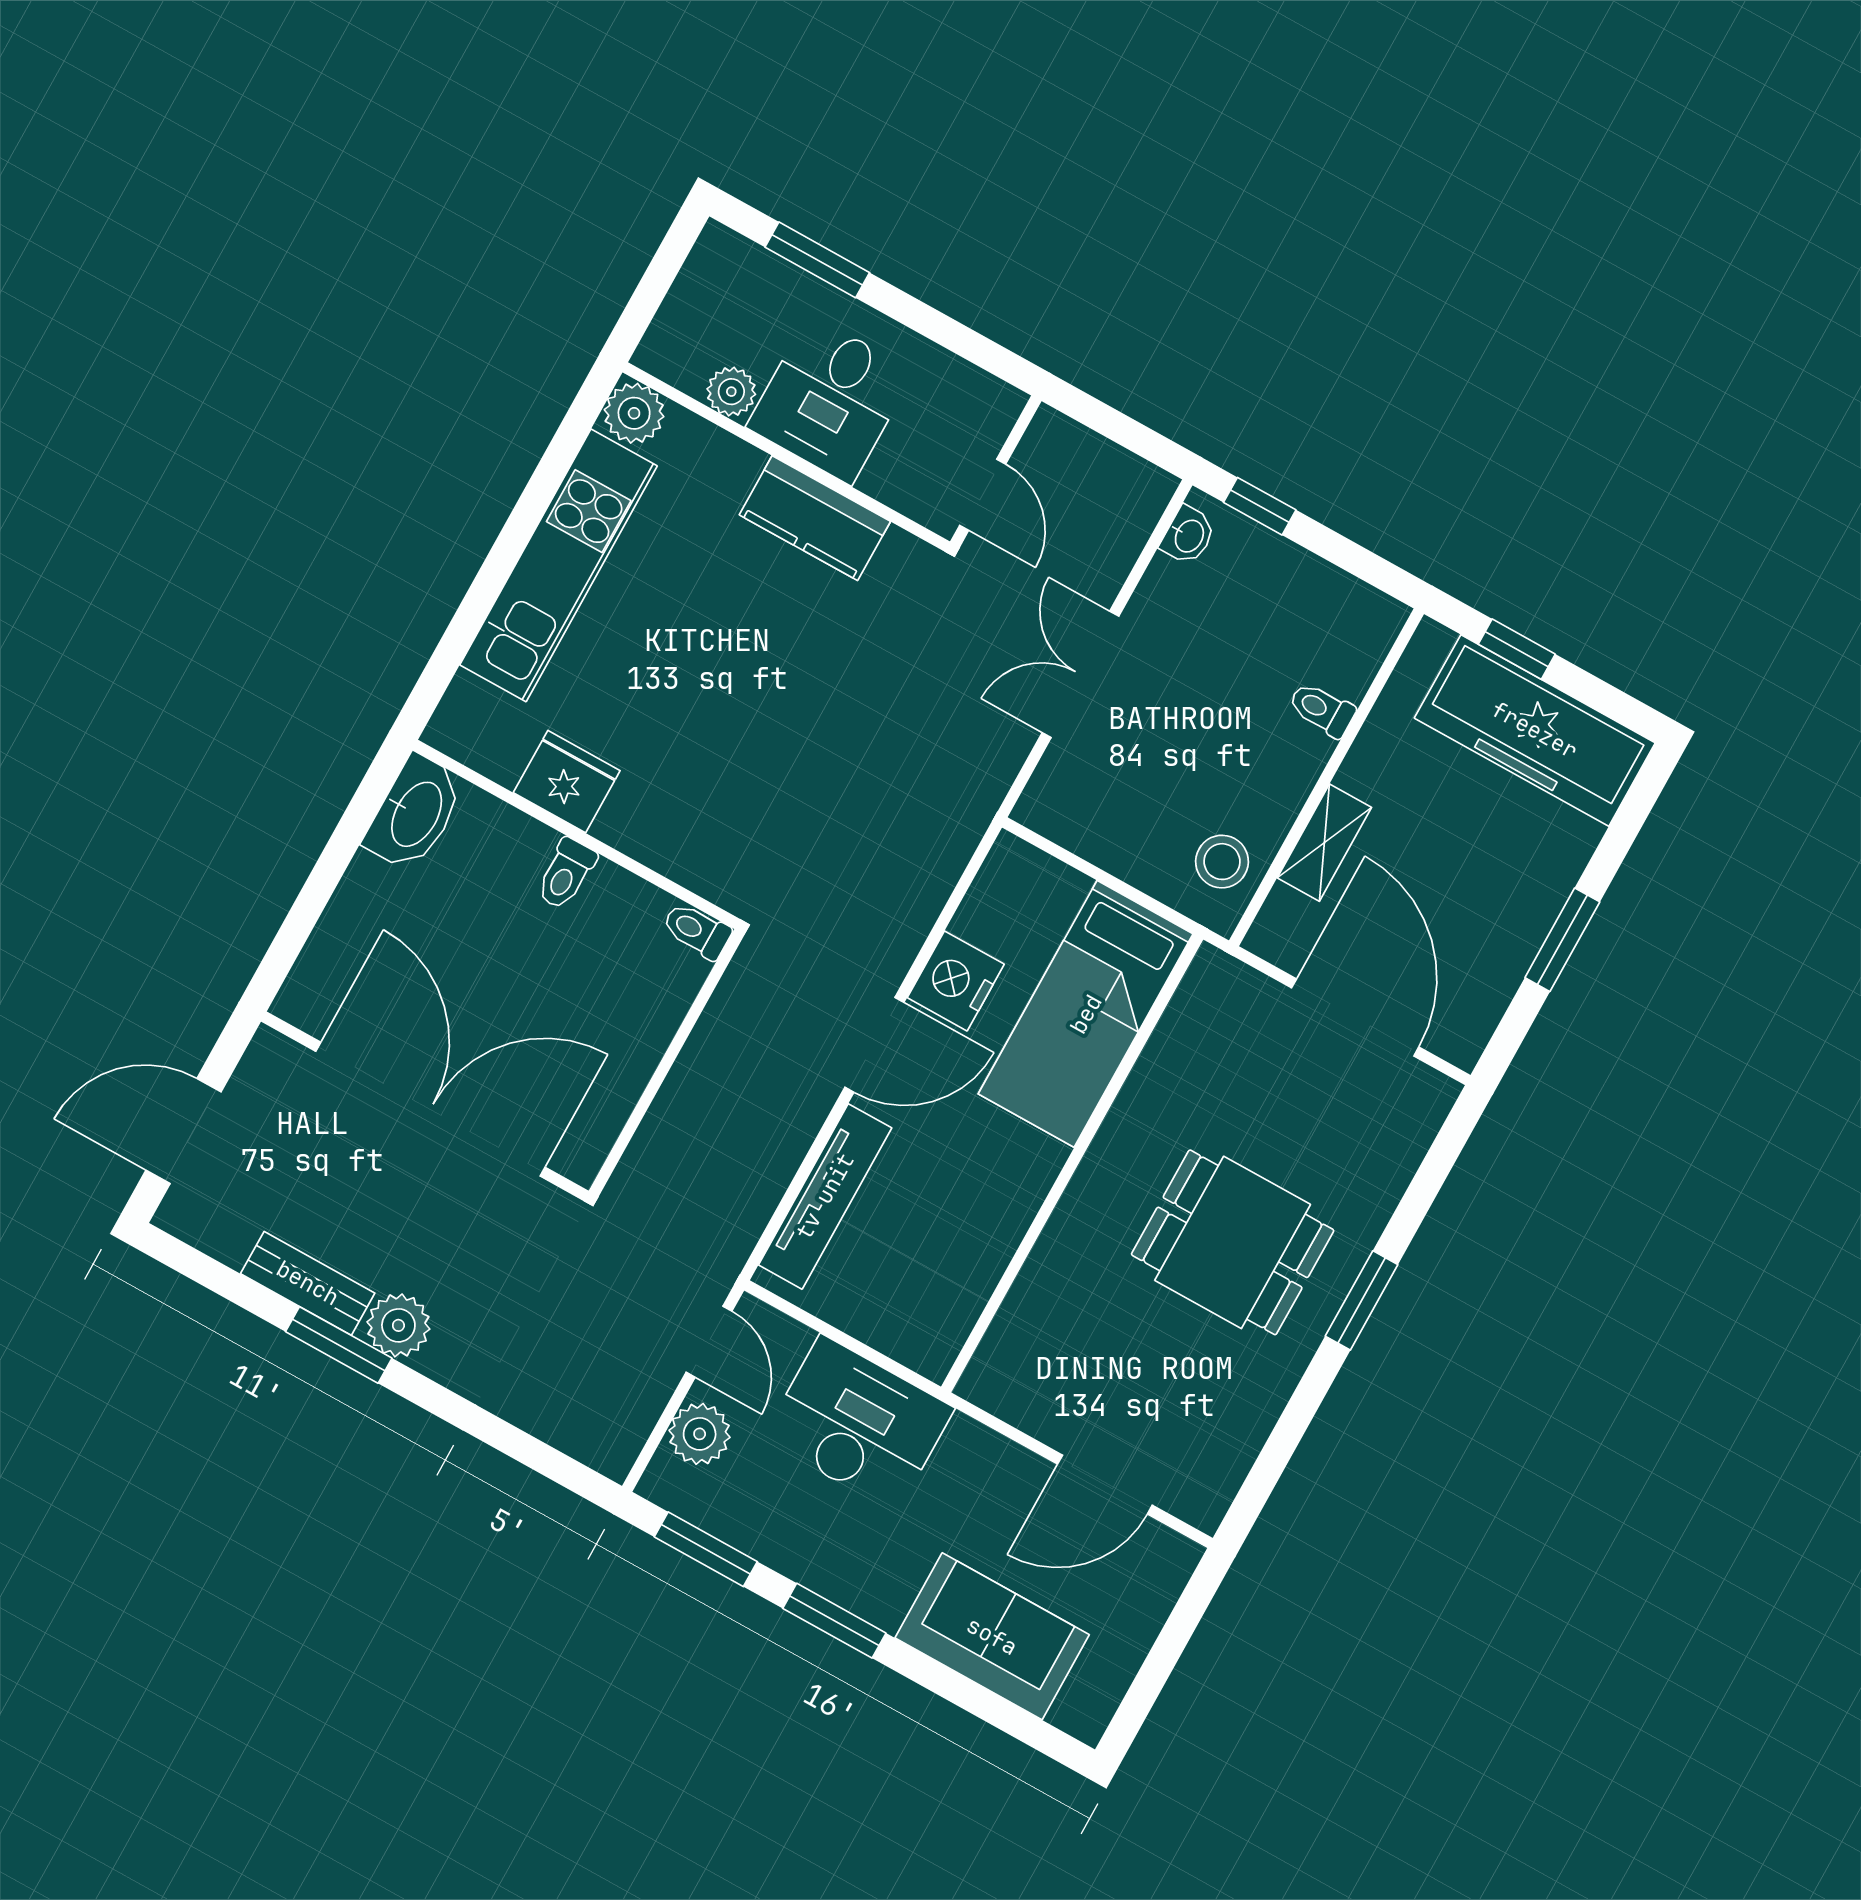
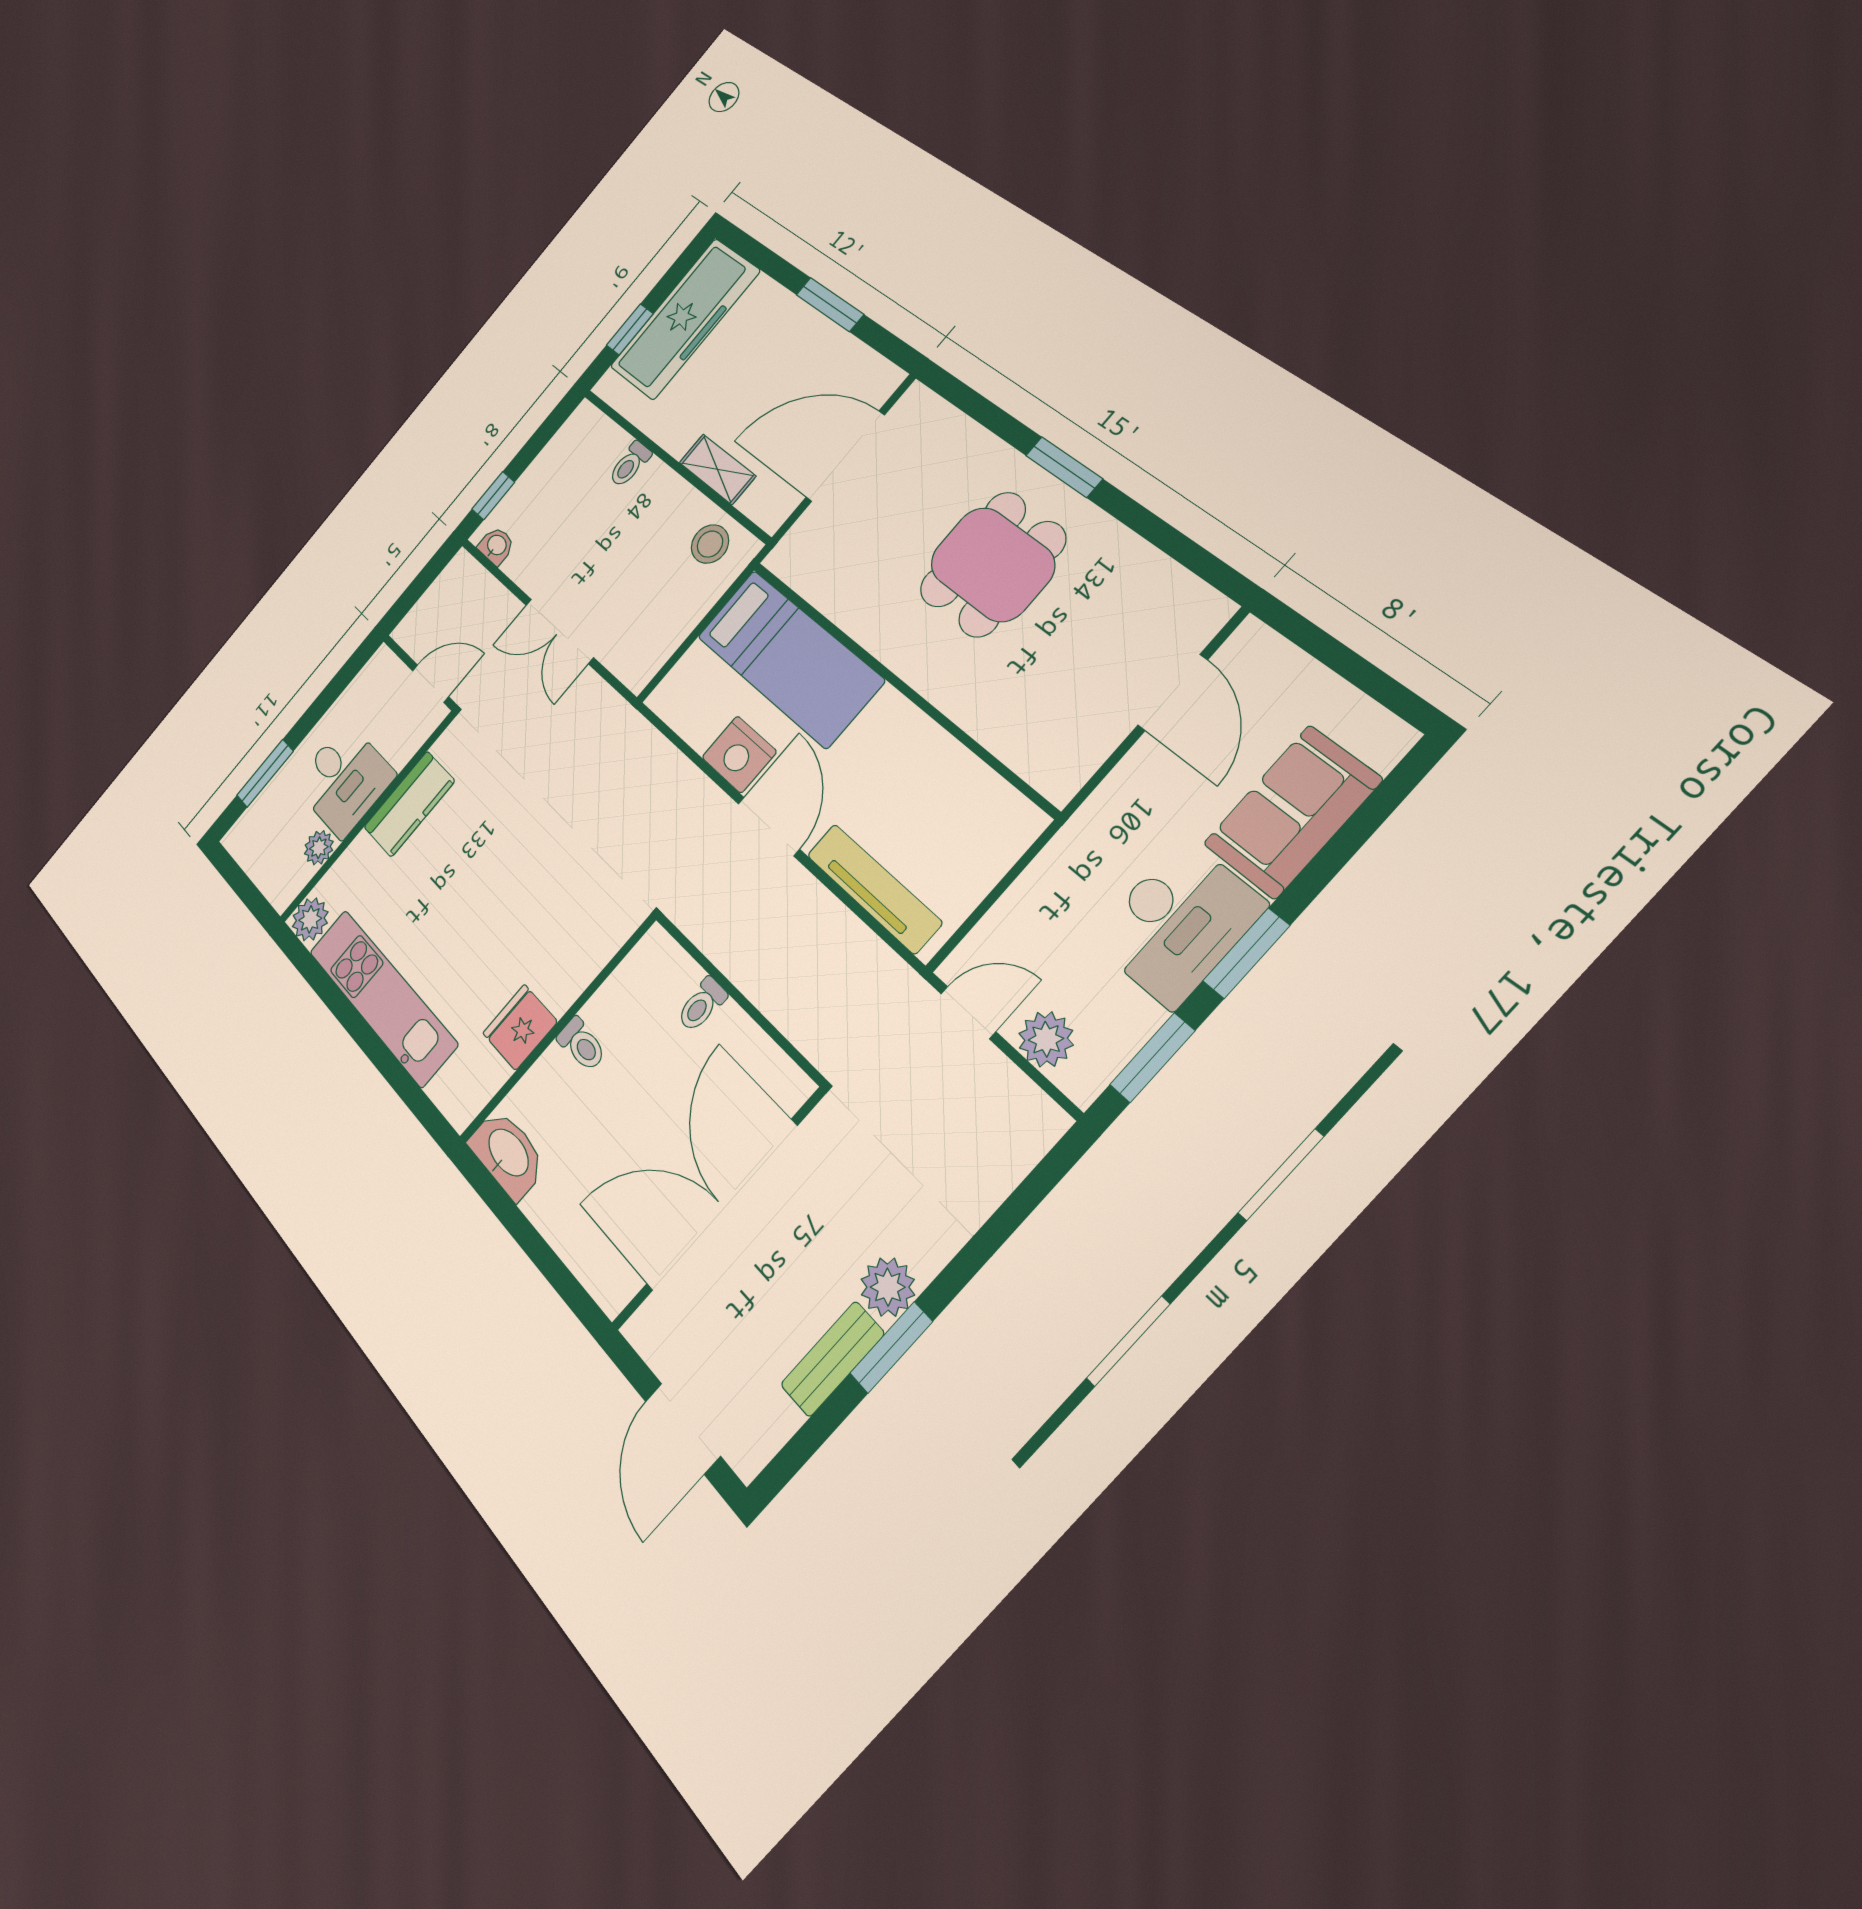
toilet: (697, 931) -> (702, 1005), moved
desk: (858, 1424) -> (1178, 923), moved, turned 180

